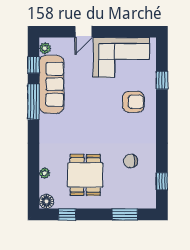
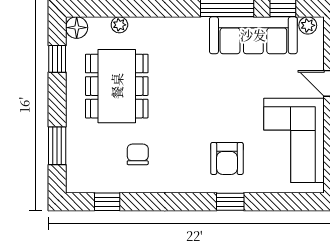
window: (162, 80) -> (230, 202), moved
dining table: (85, 175) -> (117, 86), width x1.38

